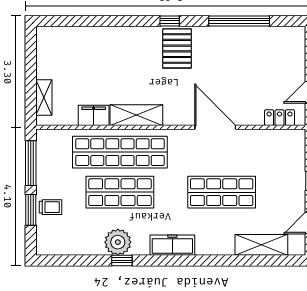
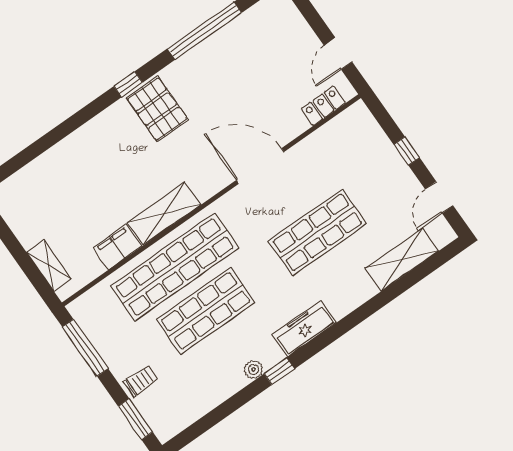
window: (31, 210) -> (135, 419), moved
plant: (118, 242) -> (253, 369), width x0.53, depth x0.53
window: (122, 260) -> (279, 371), moved

